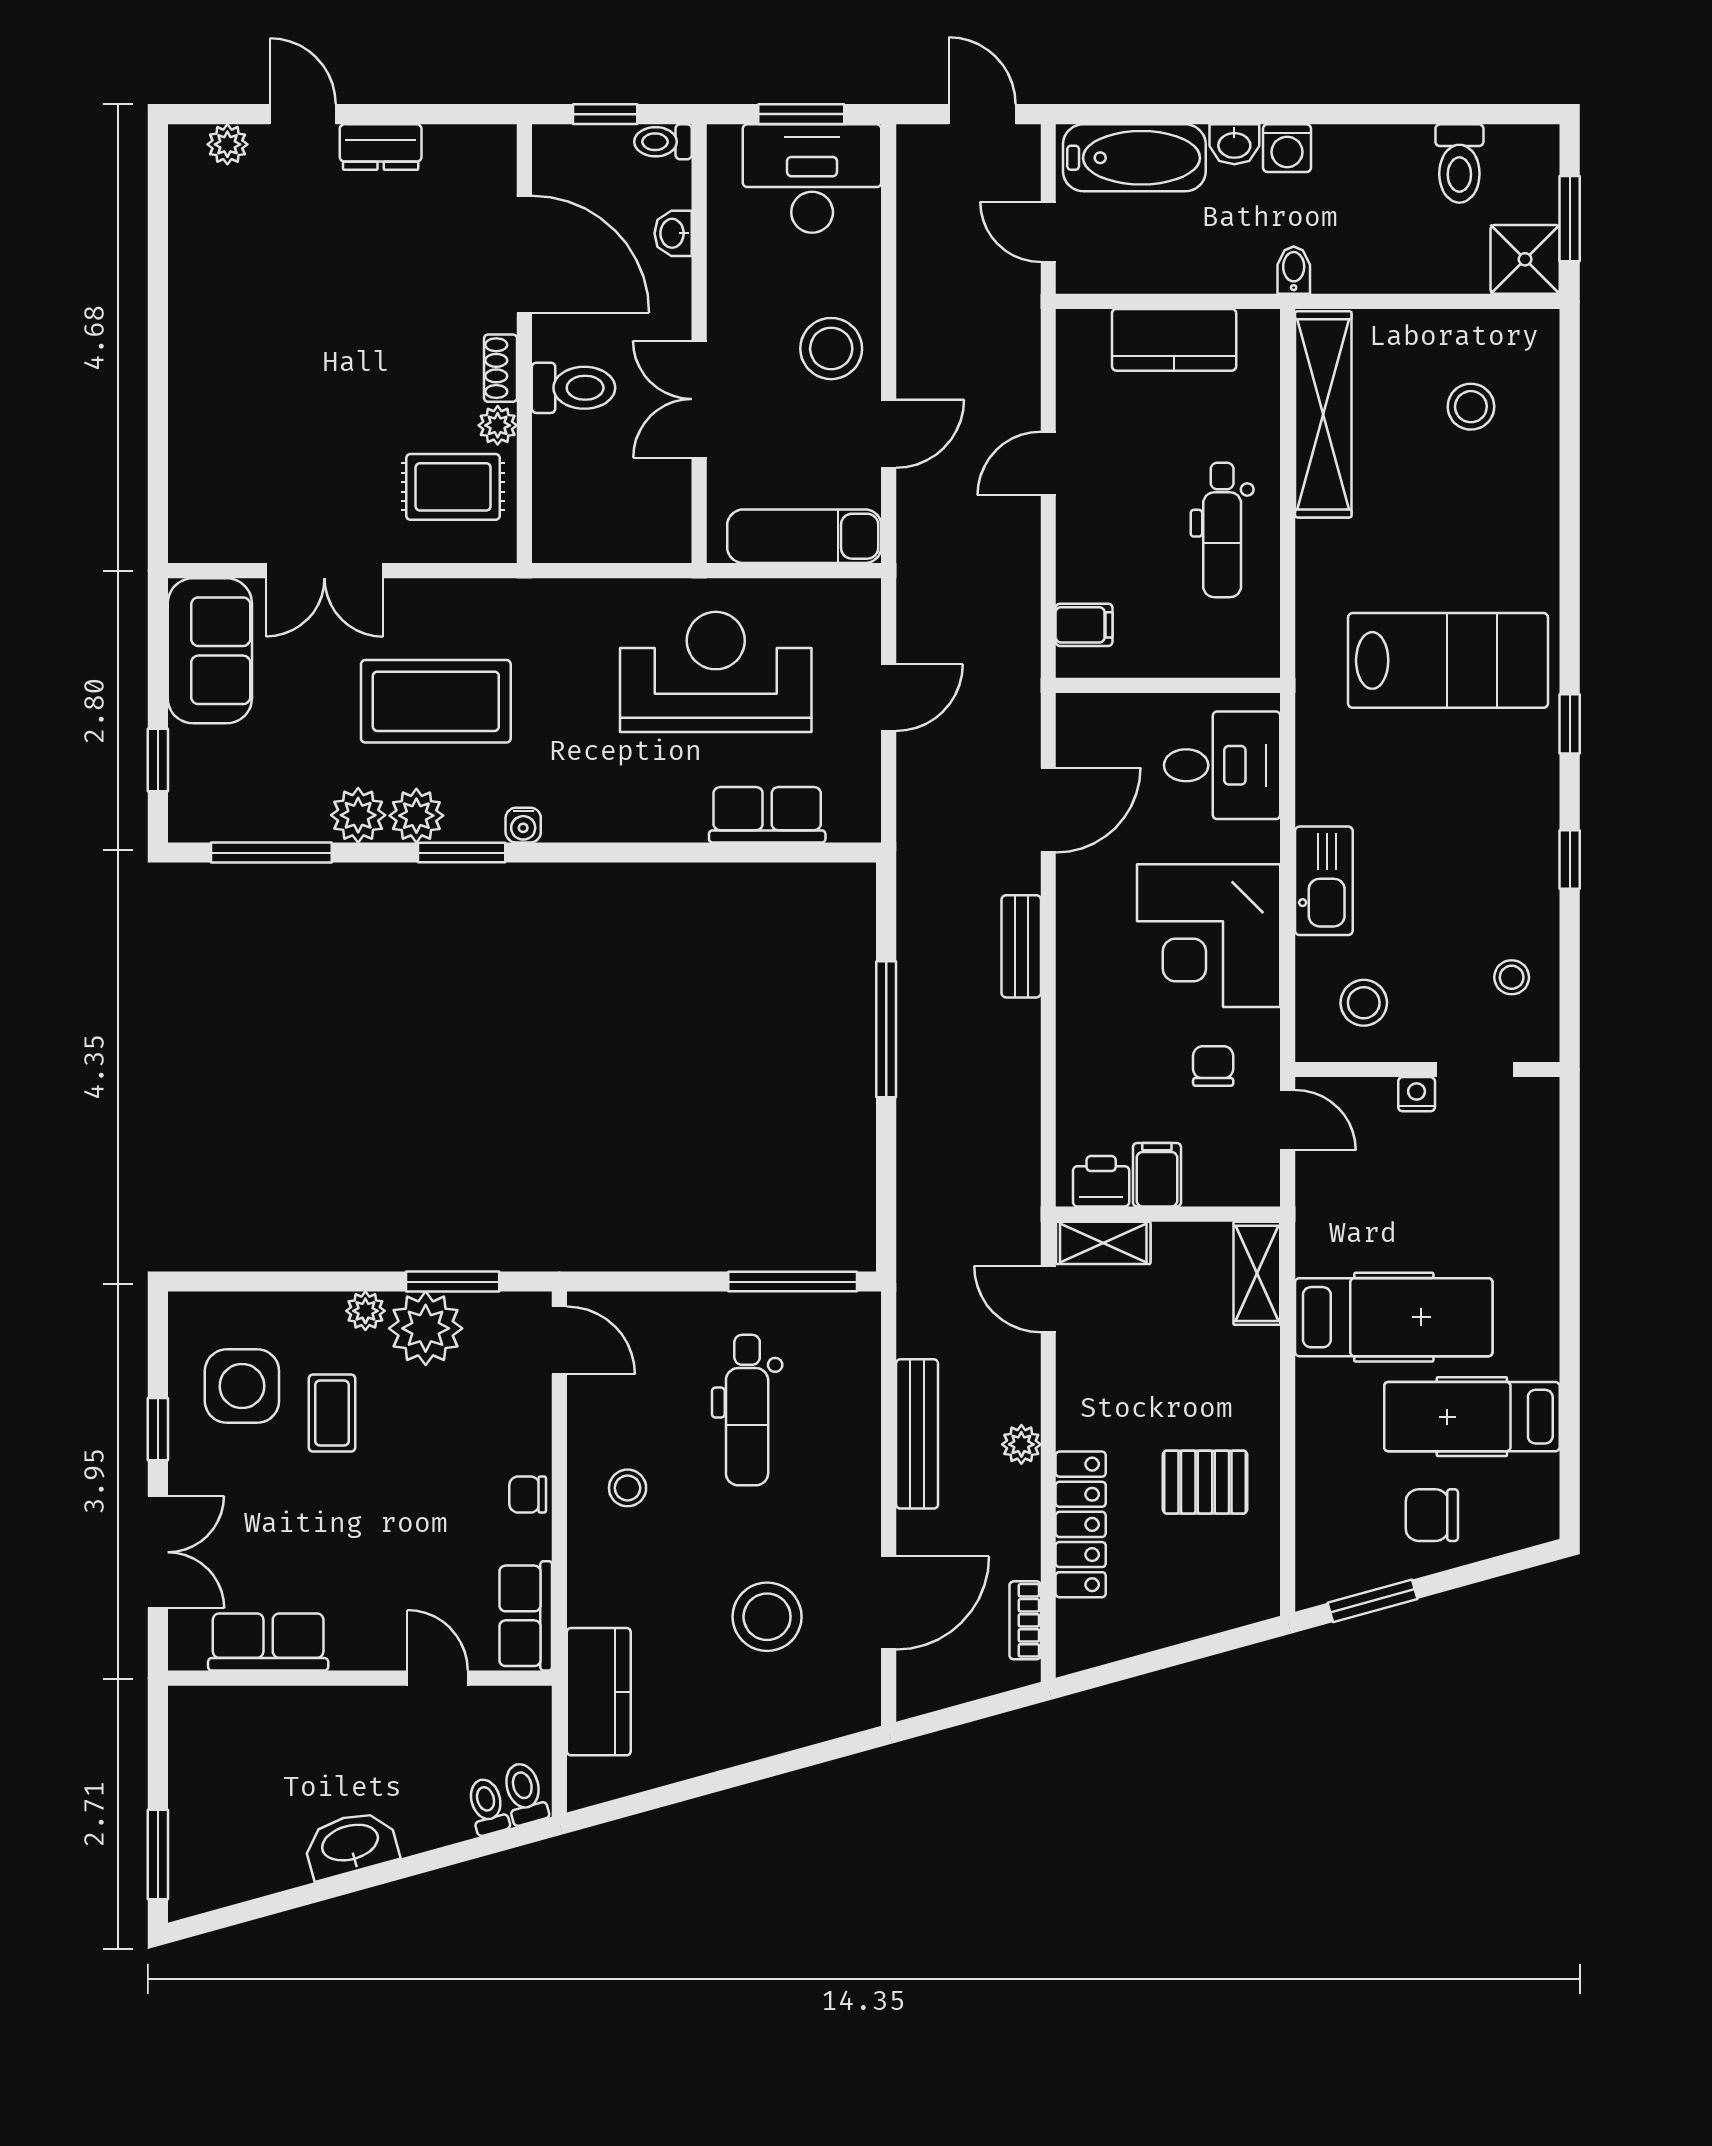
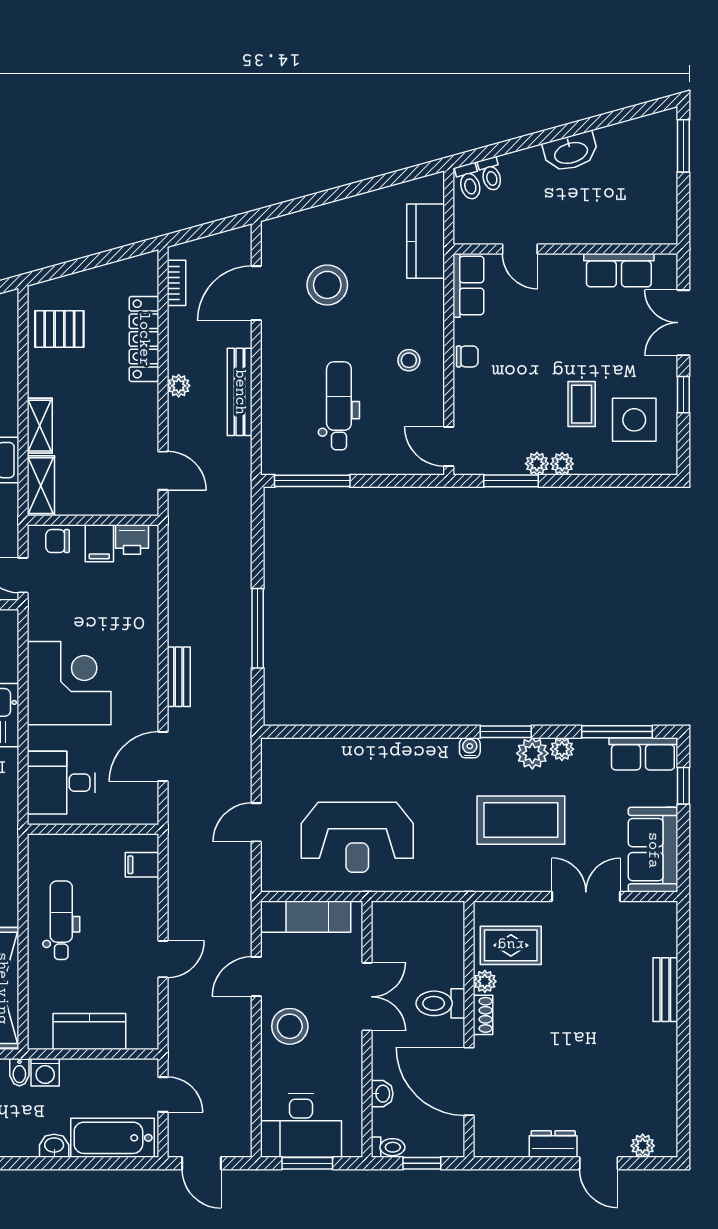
washing machine: (1287, 148) -> (45, 1072), moved, turned 180
bench: (189, 411) -> (665, 990), added
plant: (358, 815) -> (562, 749), width x0.73, depth x0.73
row of seats: (767, 815) -> (643, 754), moved
chair: (1213, 1066) -> (58, 541), moved, turned 90
shelving: (1103, 1243) -> (40, 426), moved, turned 90
plant: (426, 1328) -> (537, 464), width x0.53, depth x0.53
pallet: (1205, 1482) -> (59, 329), moved

